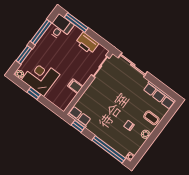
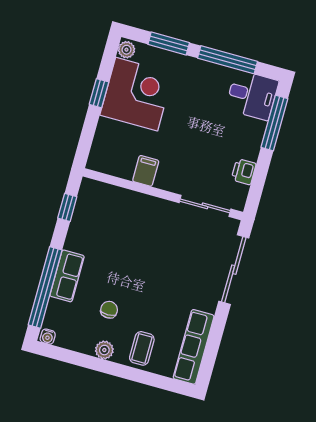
printer: (87, 43) -> (244, 172), width x0.53, depth x0.68
row of seats: (79, 117) -> (67, 276), moved

